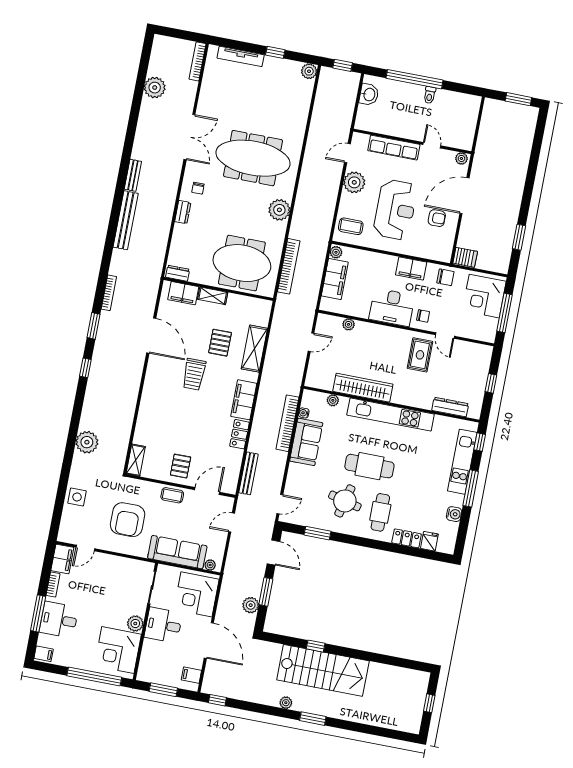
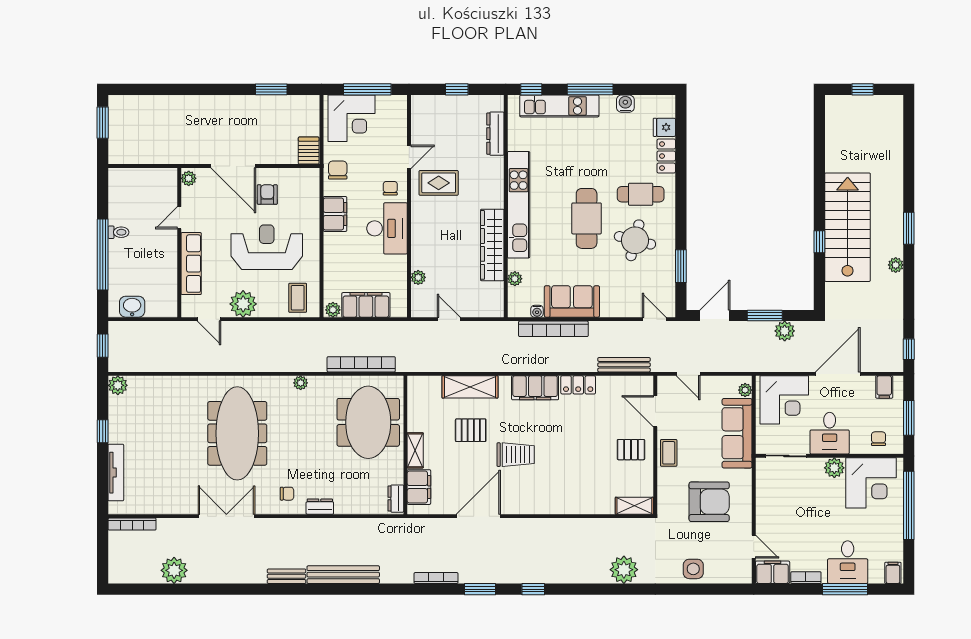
plant: (279, 210) -> (301, 383), width x0.53, depth x0.53
chair: (152, 663) -> (878, 439), added

